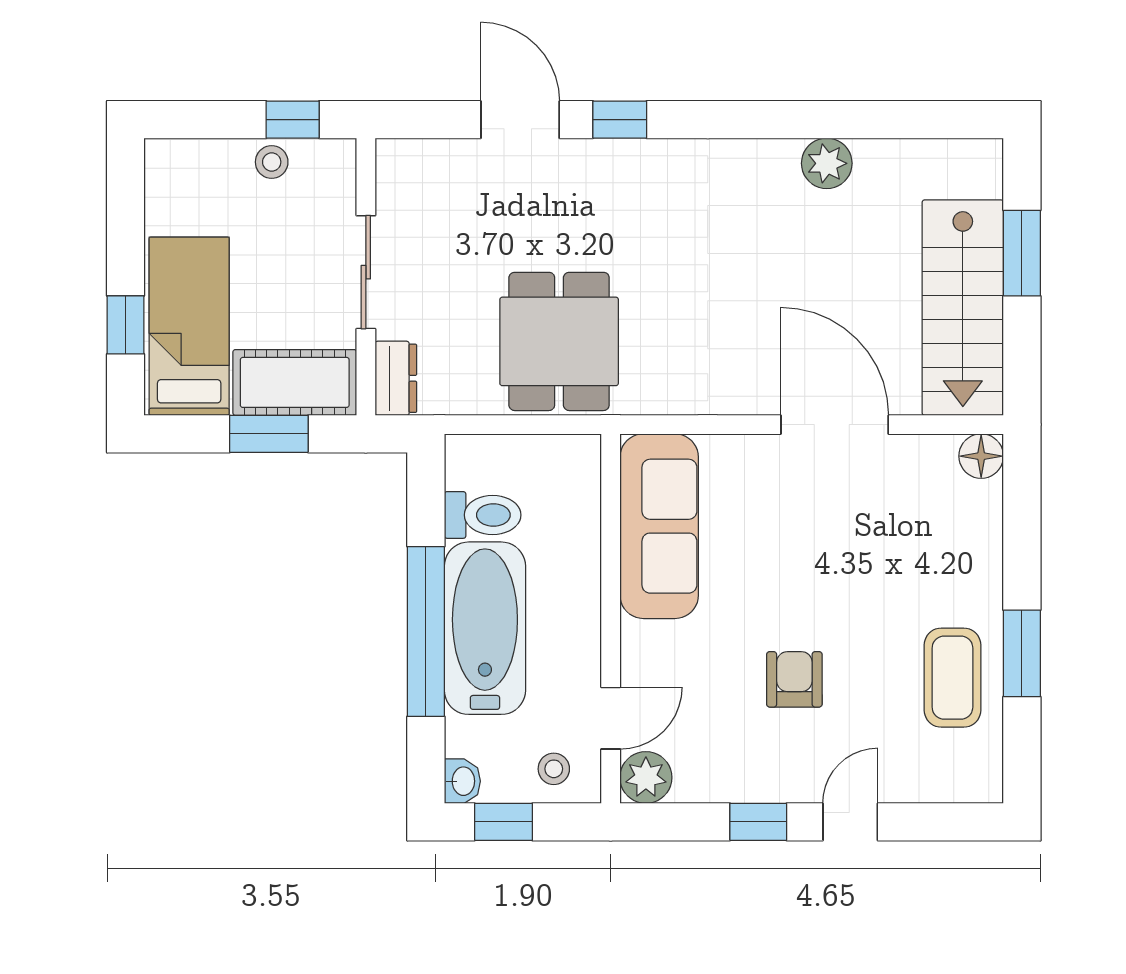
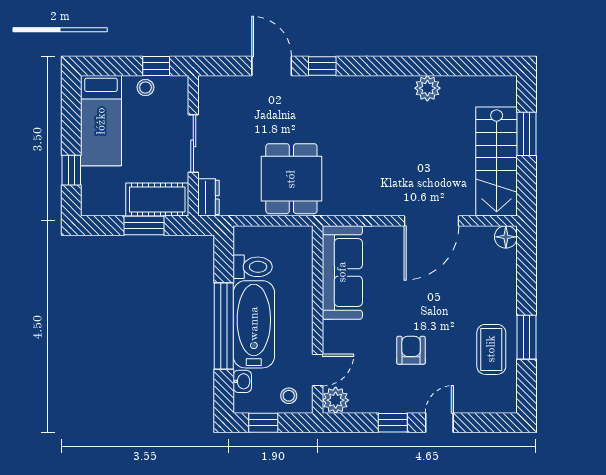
bed: (189, 326) -> (101, 121), moved, turned 180
door: (835, 425) -> (431, 221), swing flipped
washbasin: (462, 781) -> (242, 381), moved

